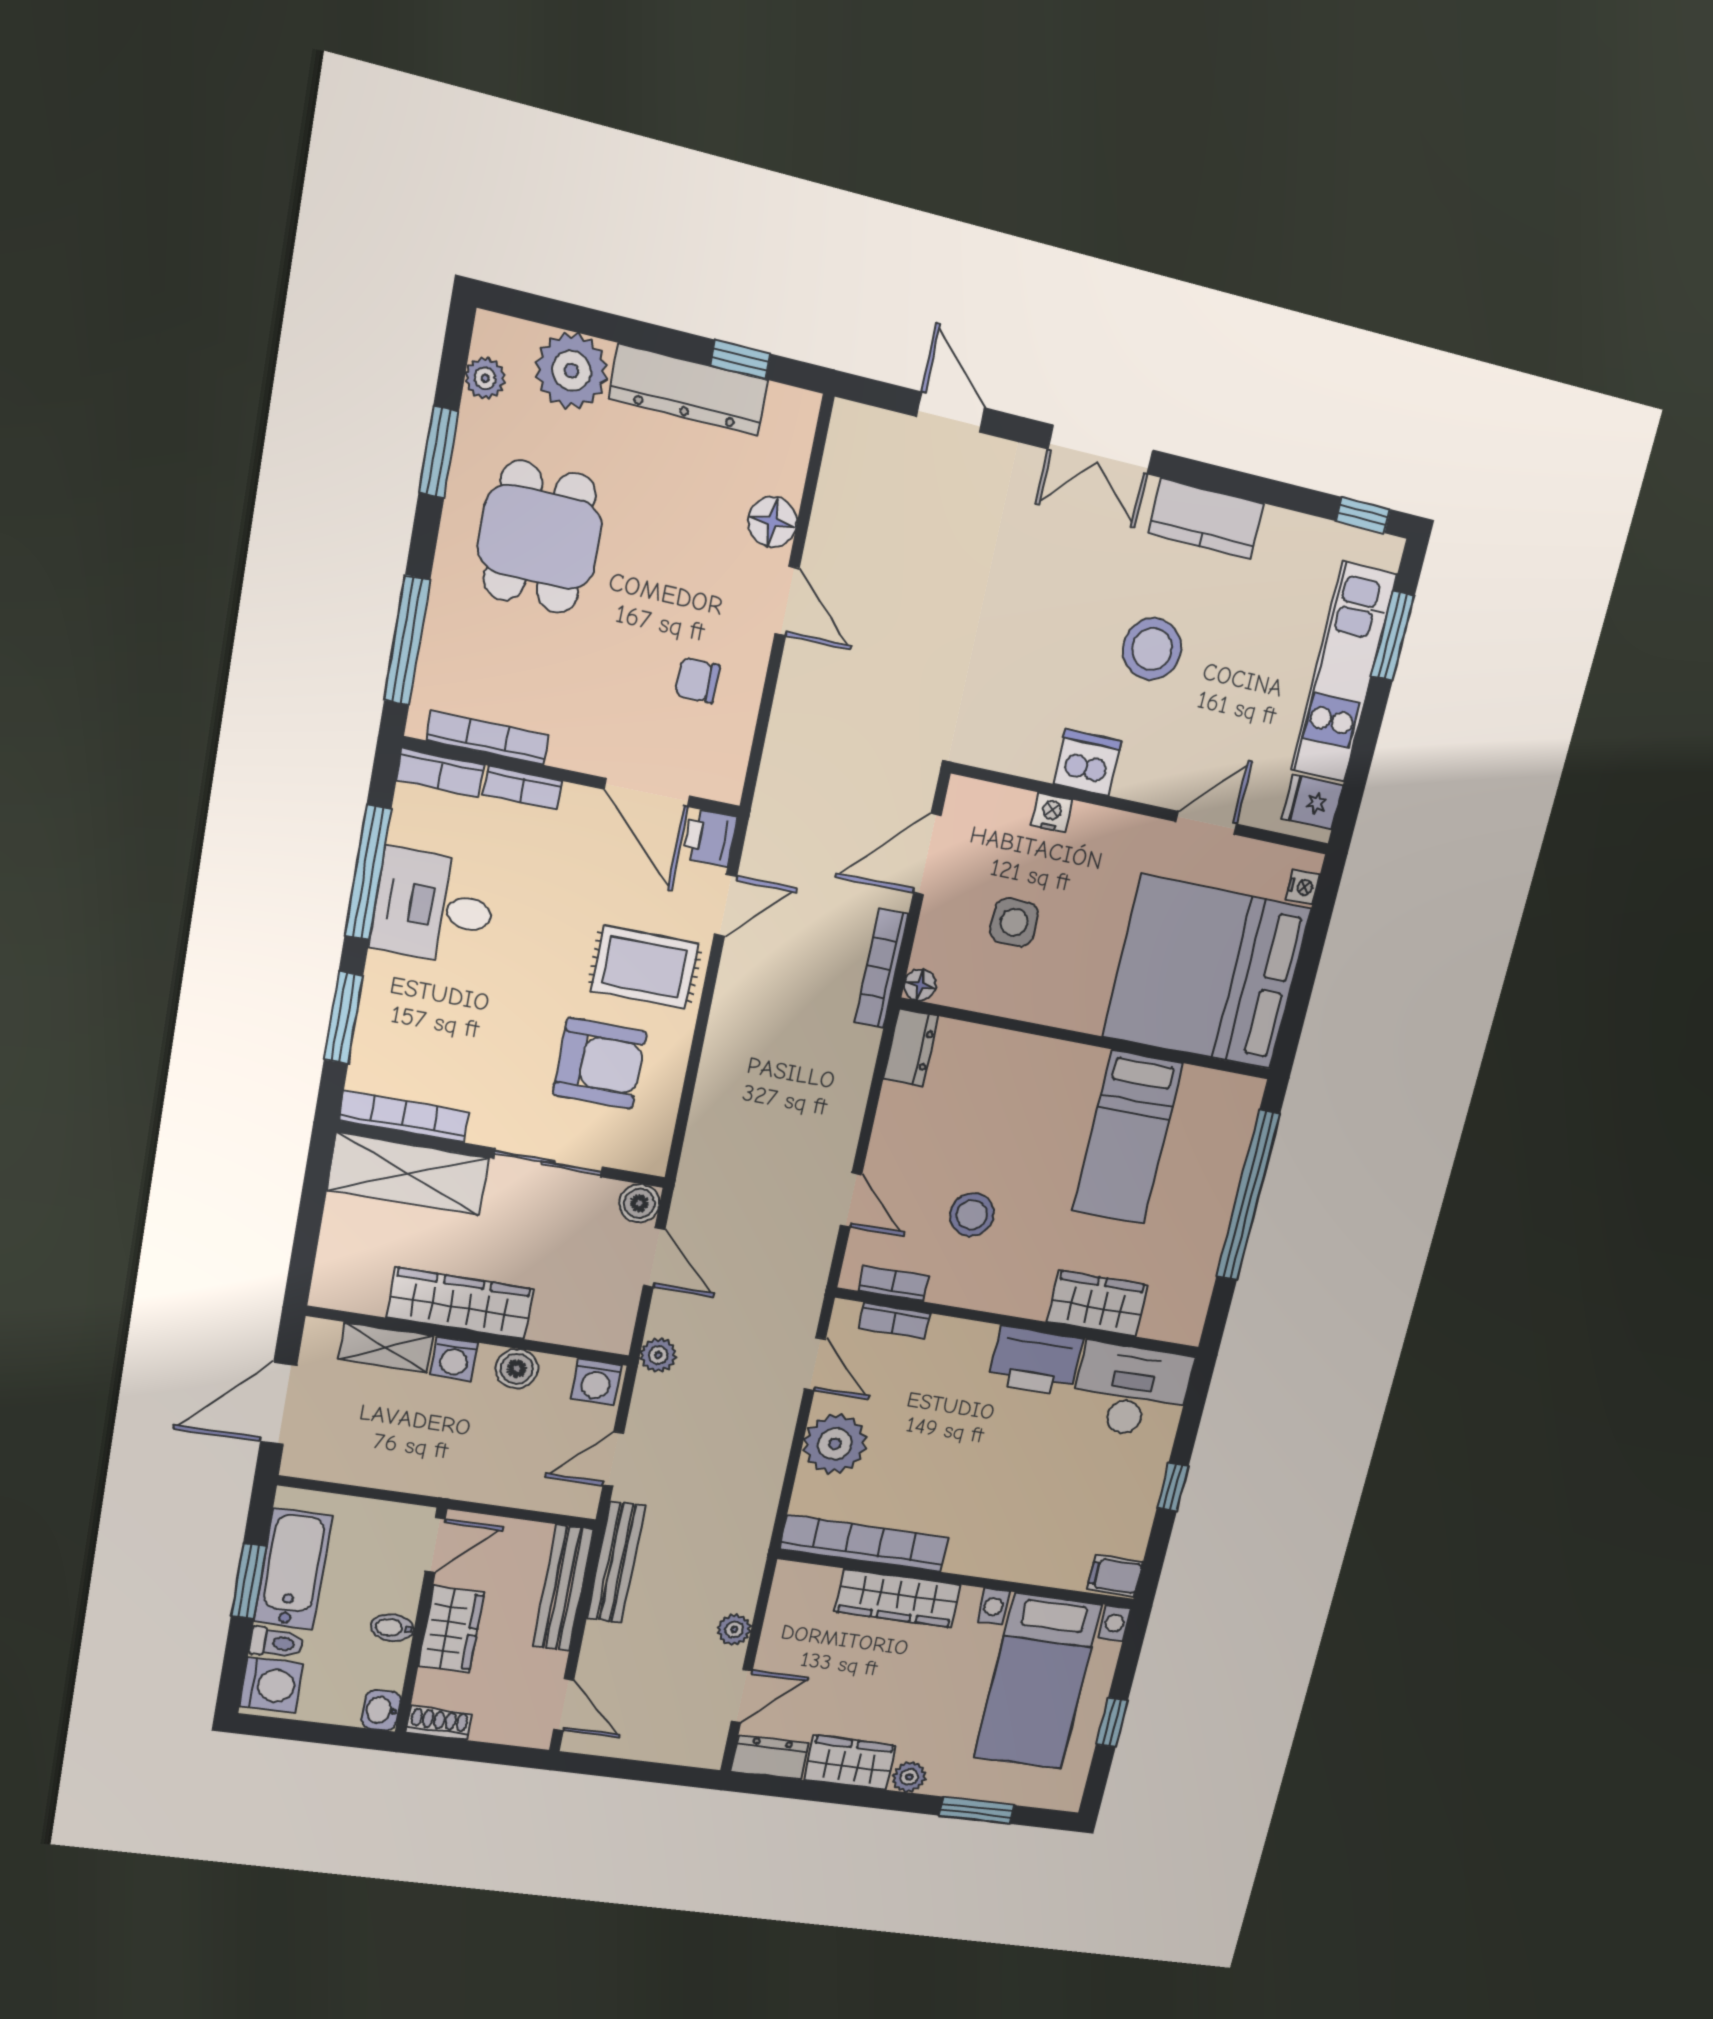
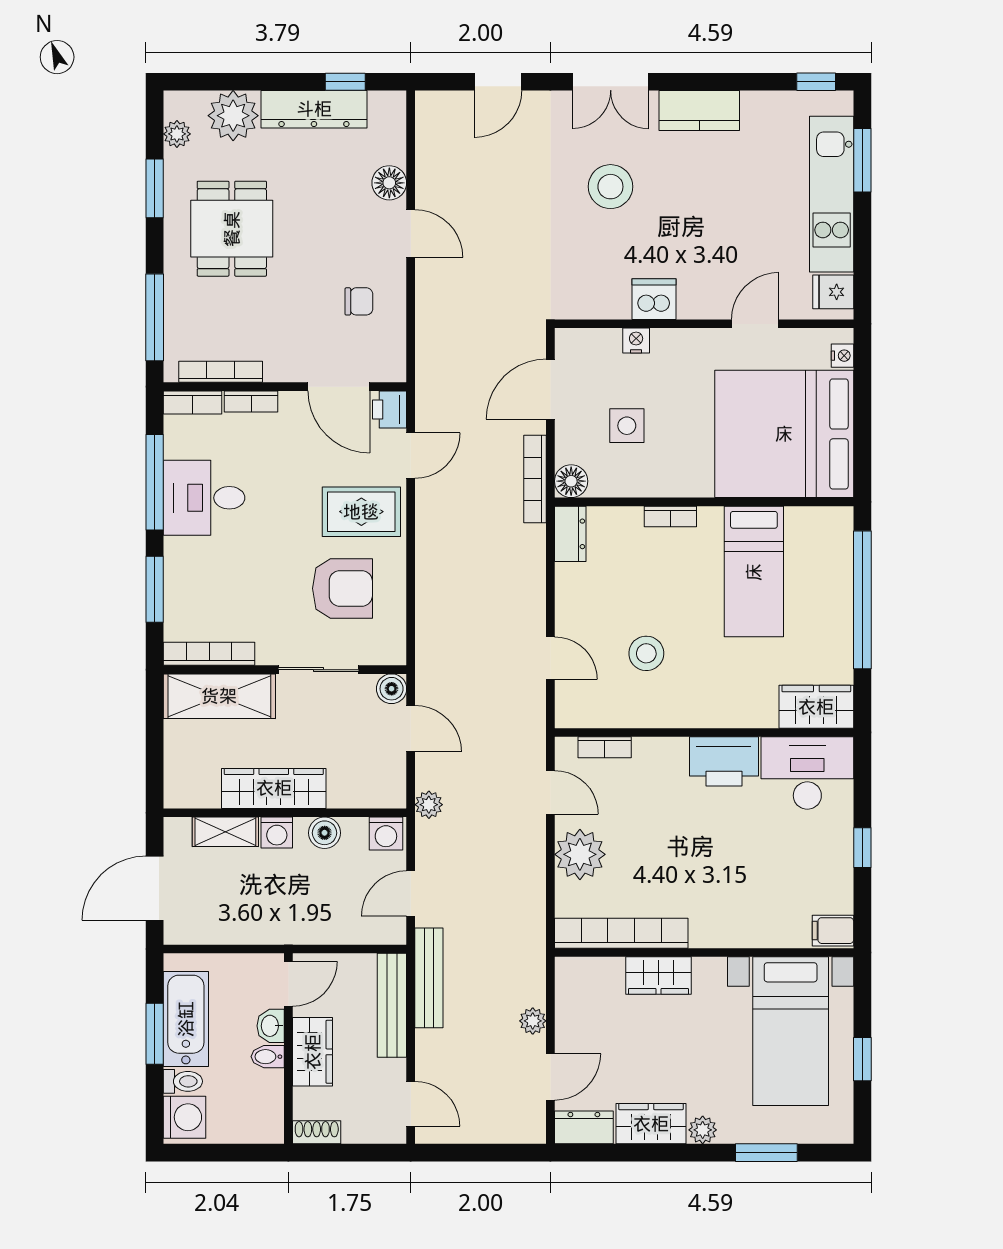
door: (951, 412) -> (498, 82), swing flipped
stool: (1152, 649) -> (610, 187), moved
chair: (698, 680) -> (359, 301), turned 180
floor lamp: (920, 985) -> (571, 481), width x1.37, depth x1.37
bookcase: (893, 1283) -> (670, 517), moved, turned 180
wardrobe: (1097, 1303) -> (816, 707), moved
wardrobe: (898, 1598) -> (659, 976), width x0.67
washbasin: (381, 1710) -> (271, 1026), moved

